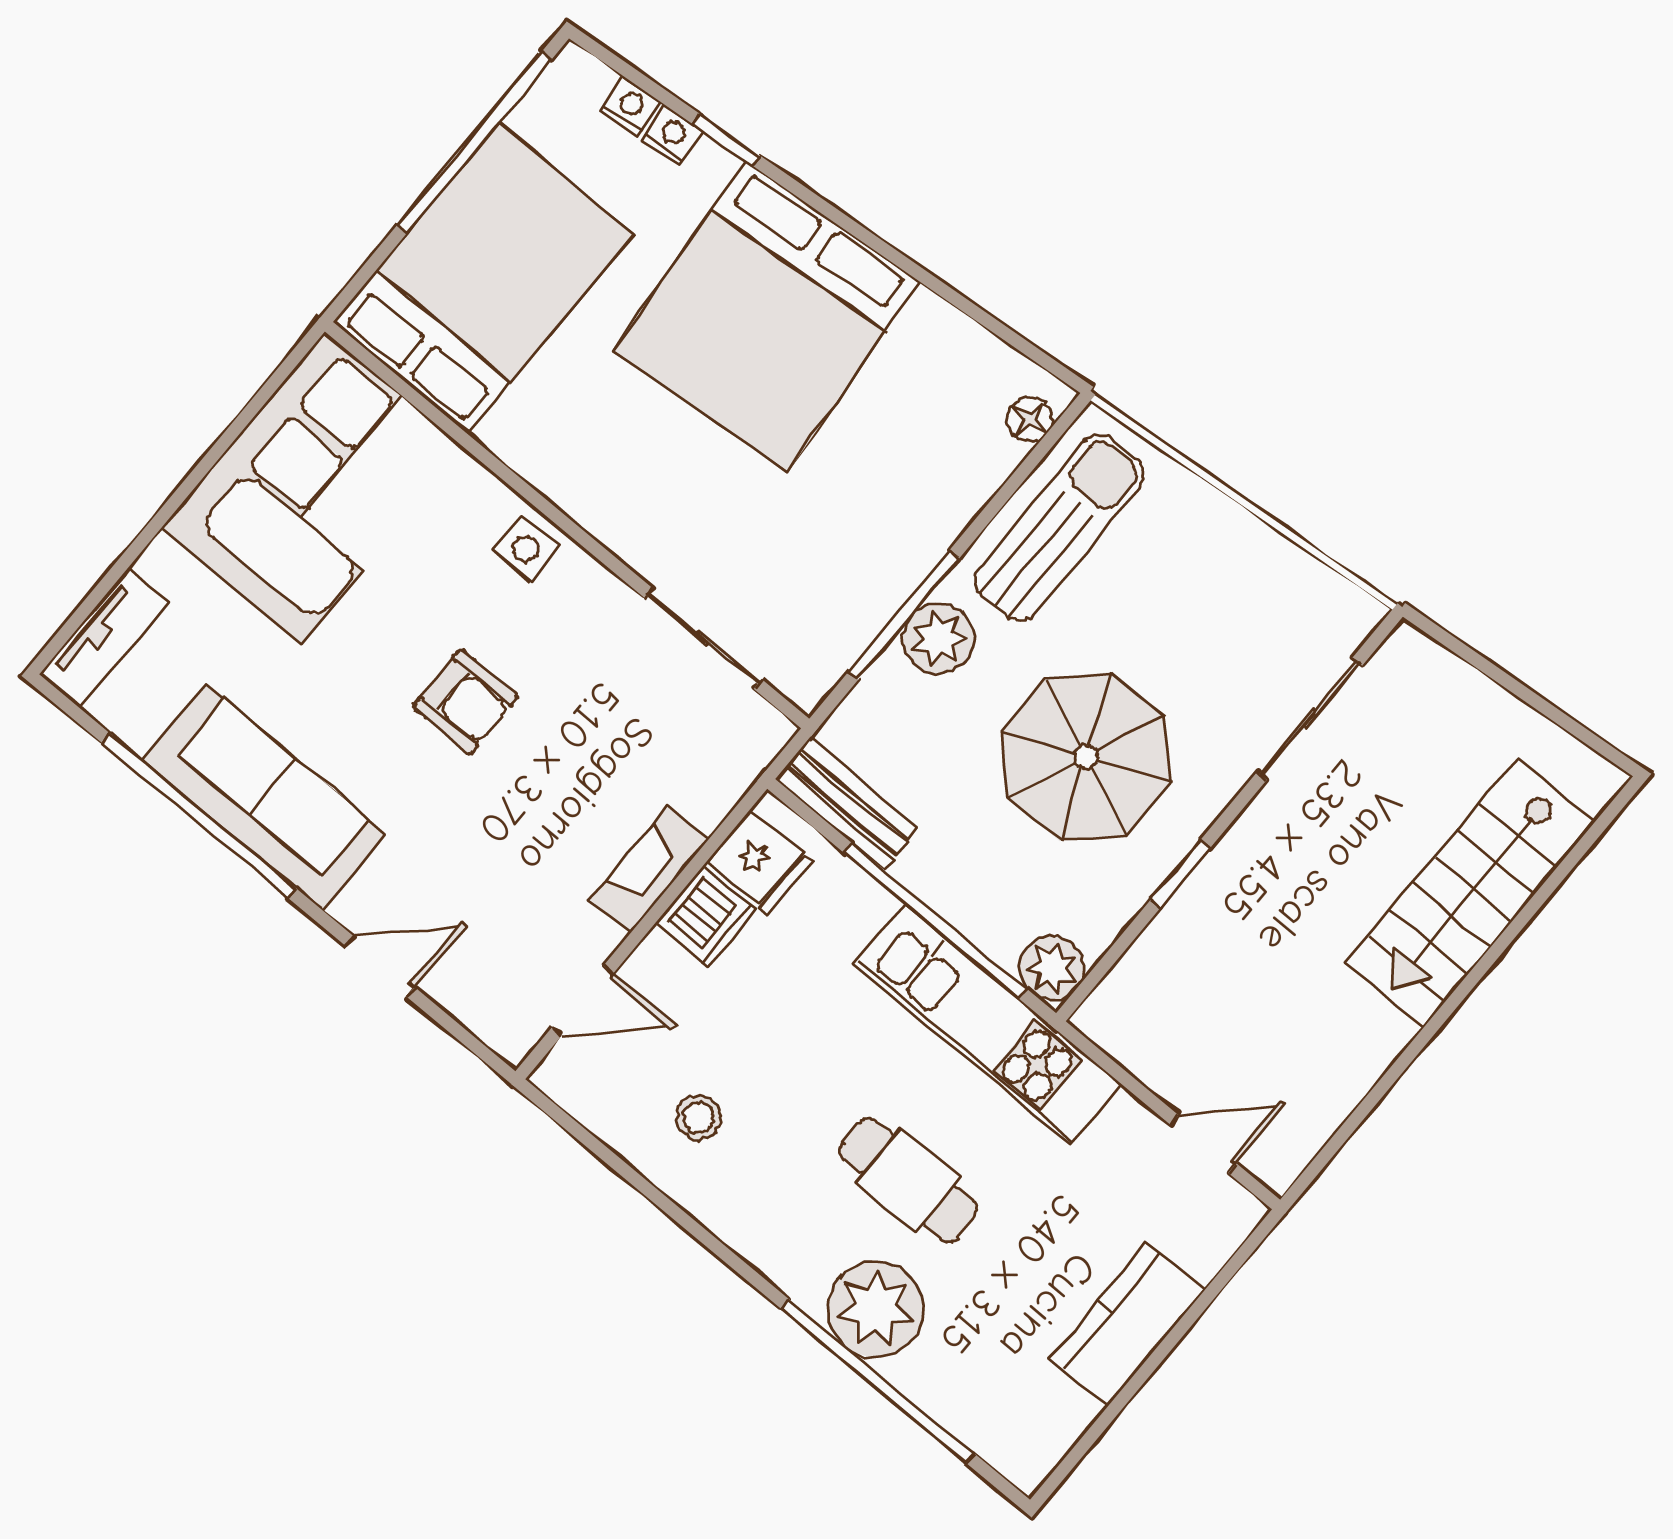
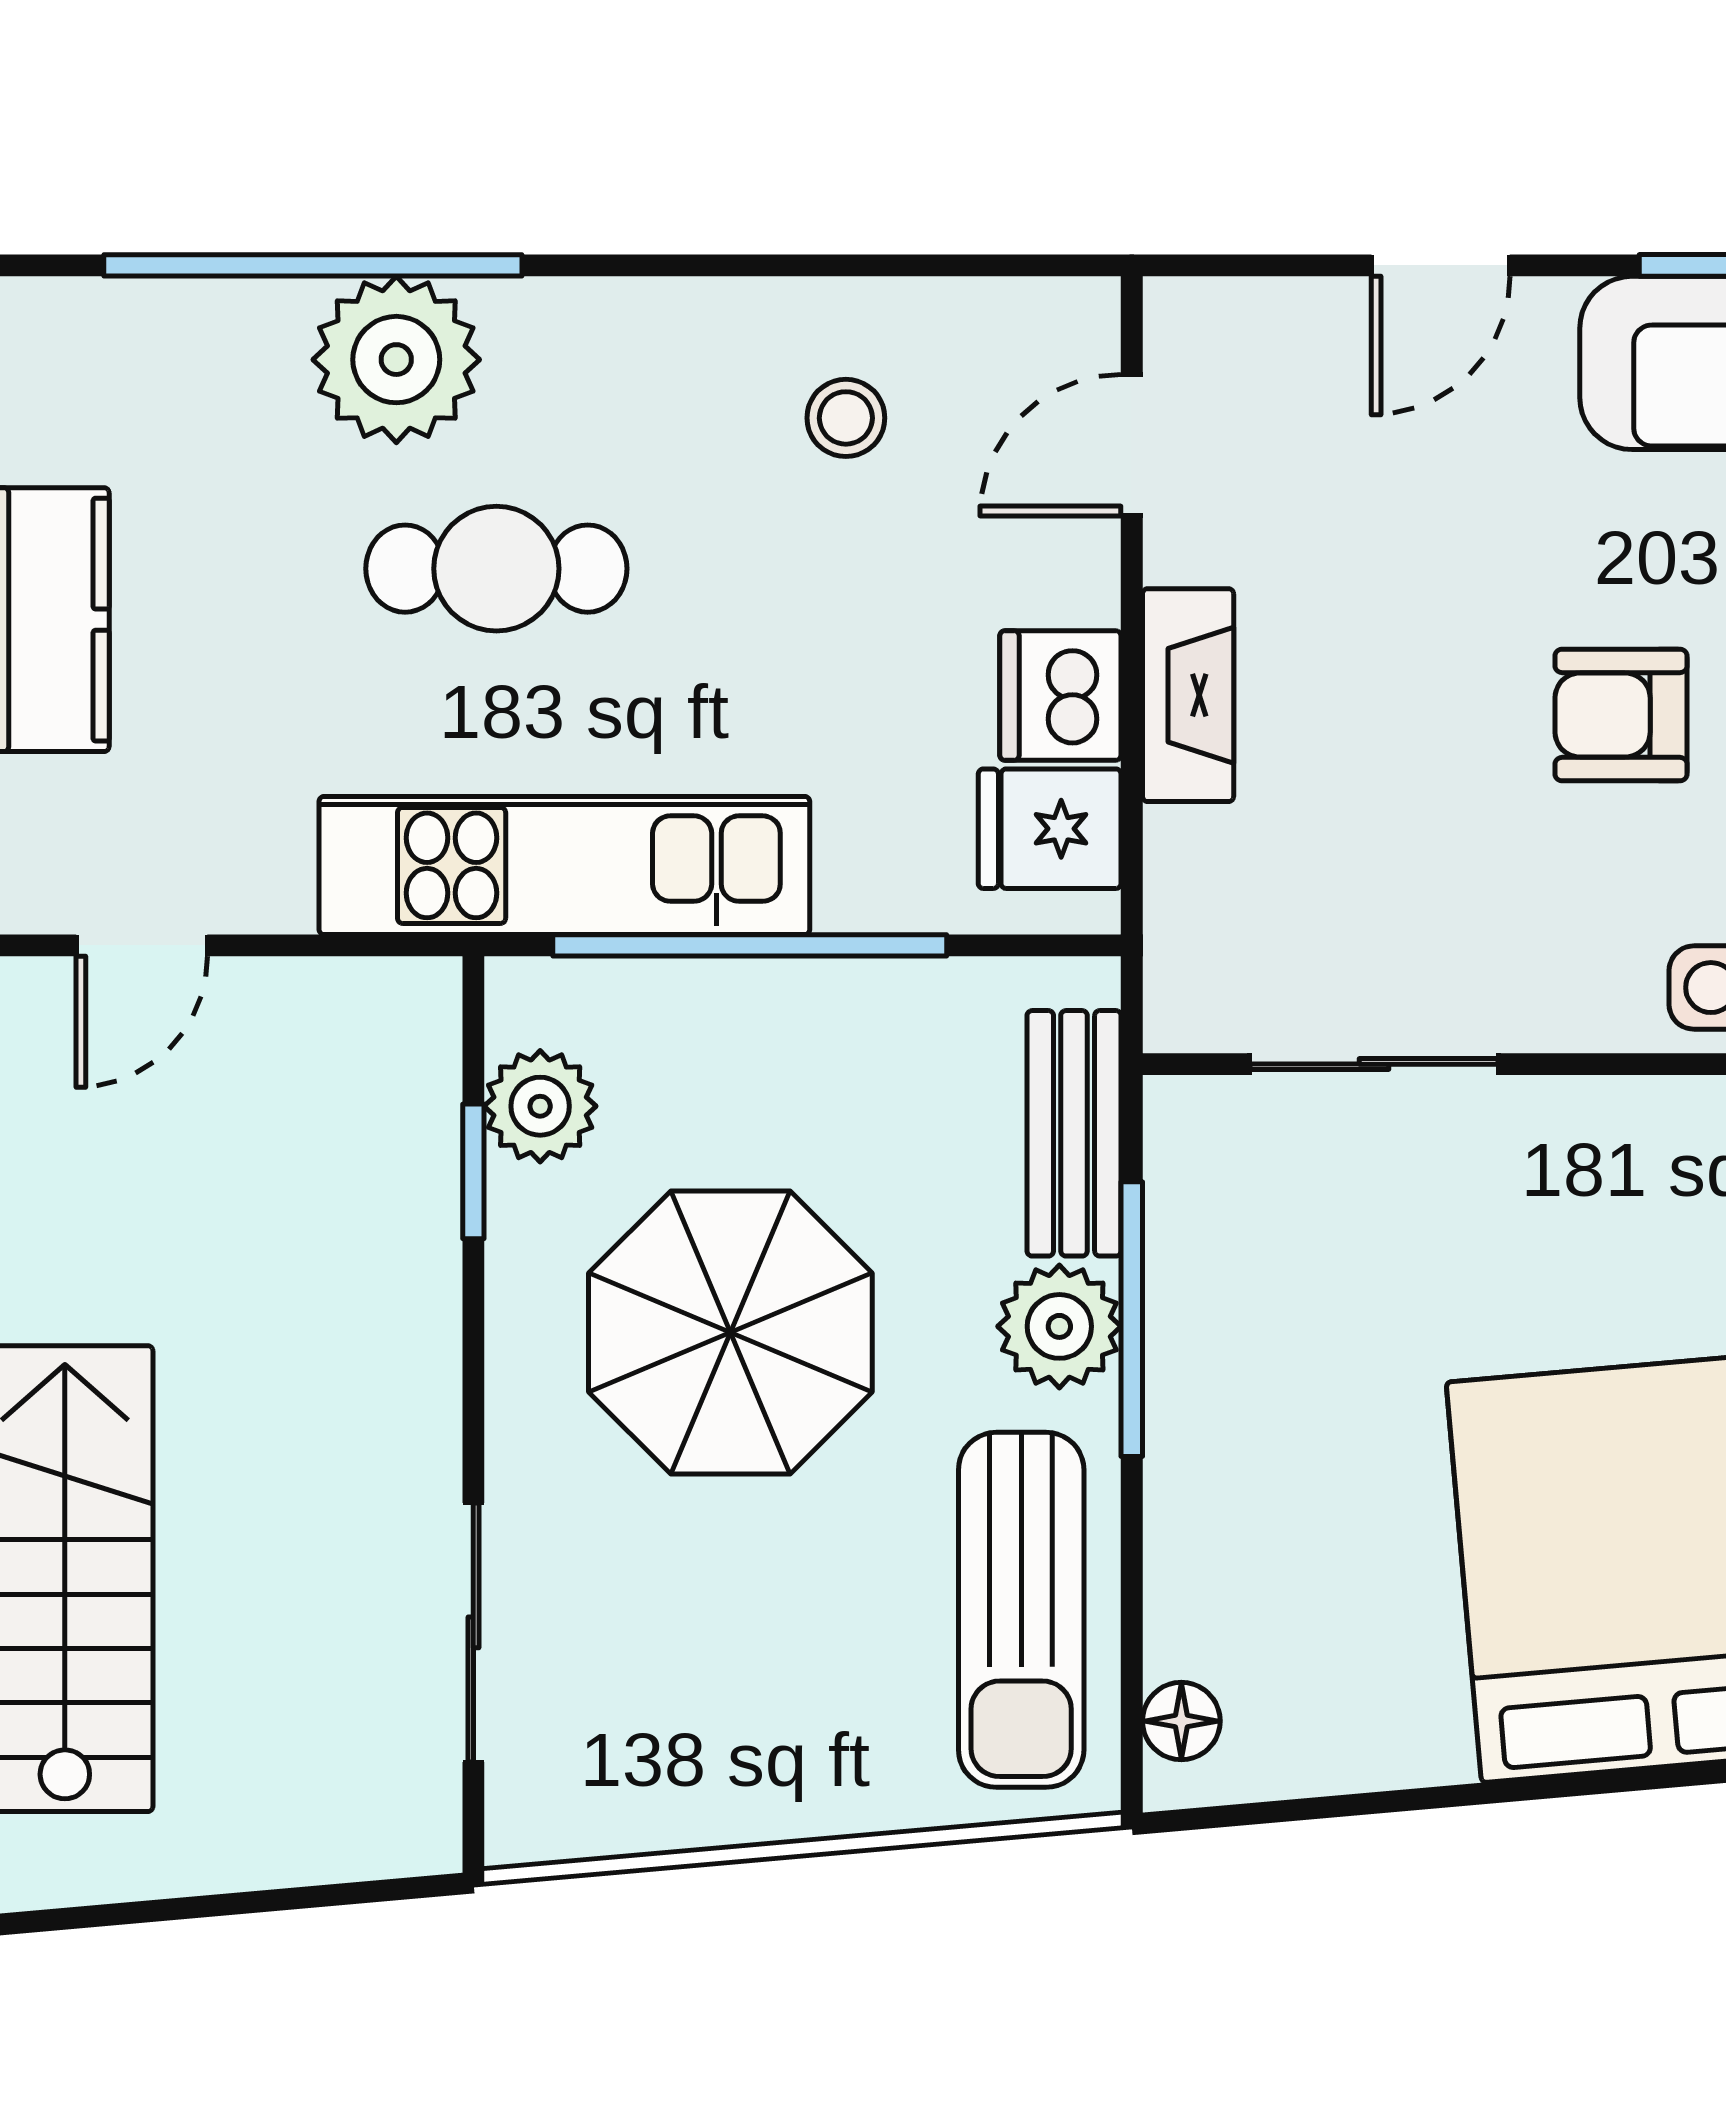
bench: (847, 804) -> (1074, 1133), moved, turned 90
window: (1181, 874) -> (473, 1171), moved
plant: (1052, 968) -> (540, 1106), moved

